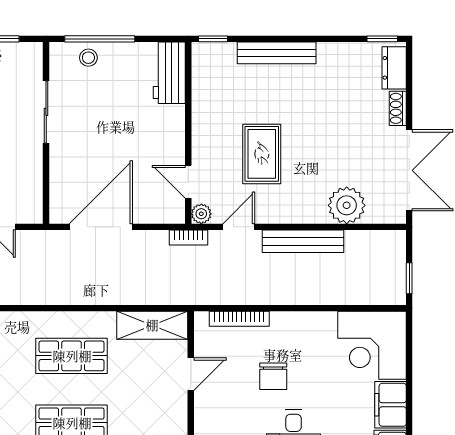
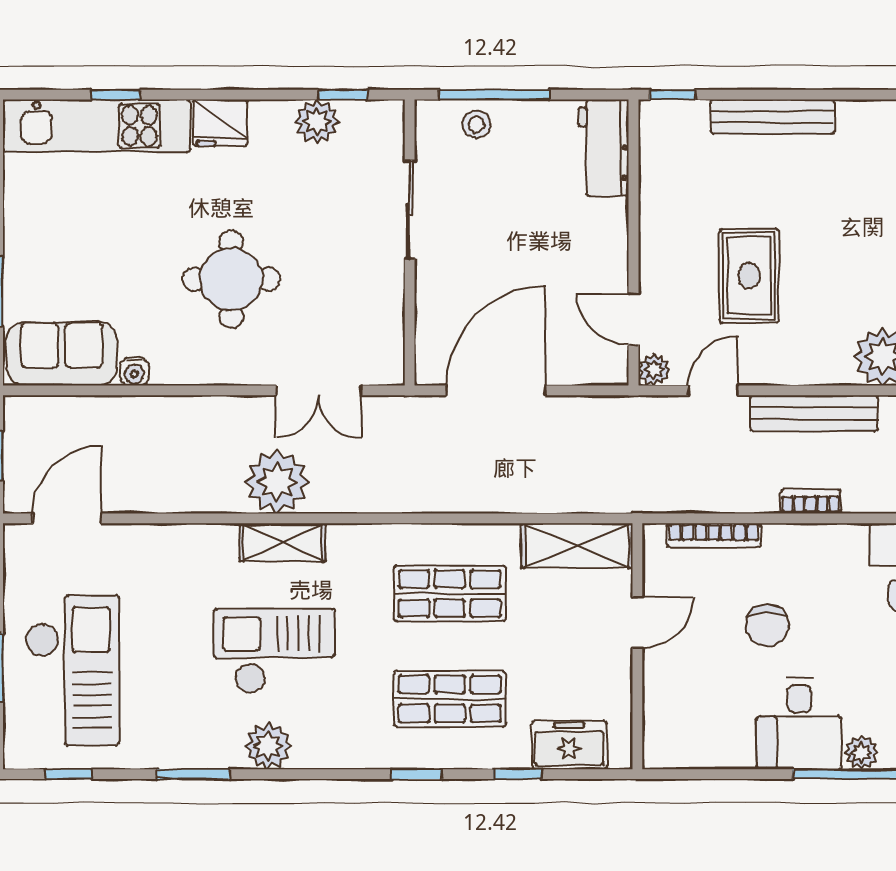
bookcase: (189, 237) -> (811, 502), moved, turned 180

